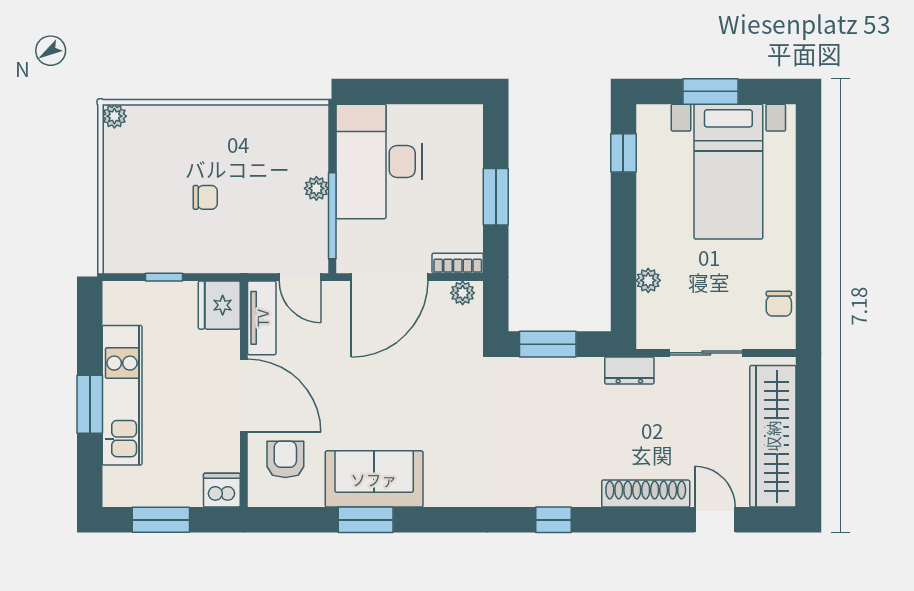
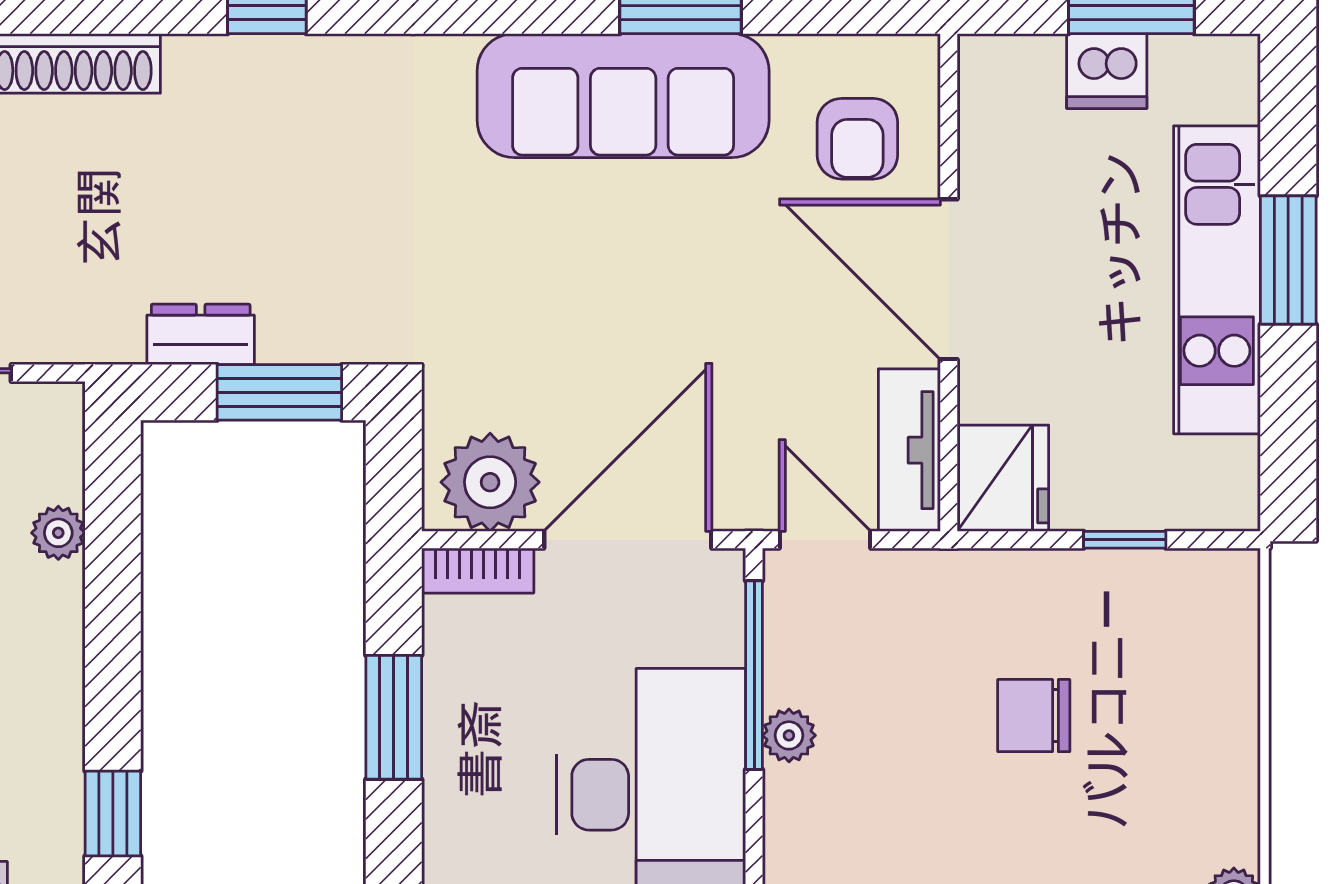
chair: (205, 197) -> (1034, 716), width x1.37, depth x1.37
plant: (463, 293) -> (490, 482), width x1.87, depth x1.87
dresser: (629, 370) -> (201, 334), moved
sofa: (374, 479) -> (623, 96), width x1.36
dishwasher: (222, 490) -> (1107, 71), moved

